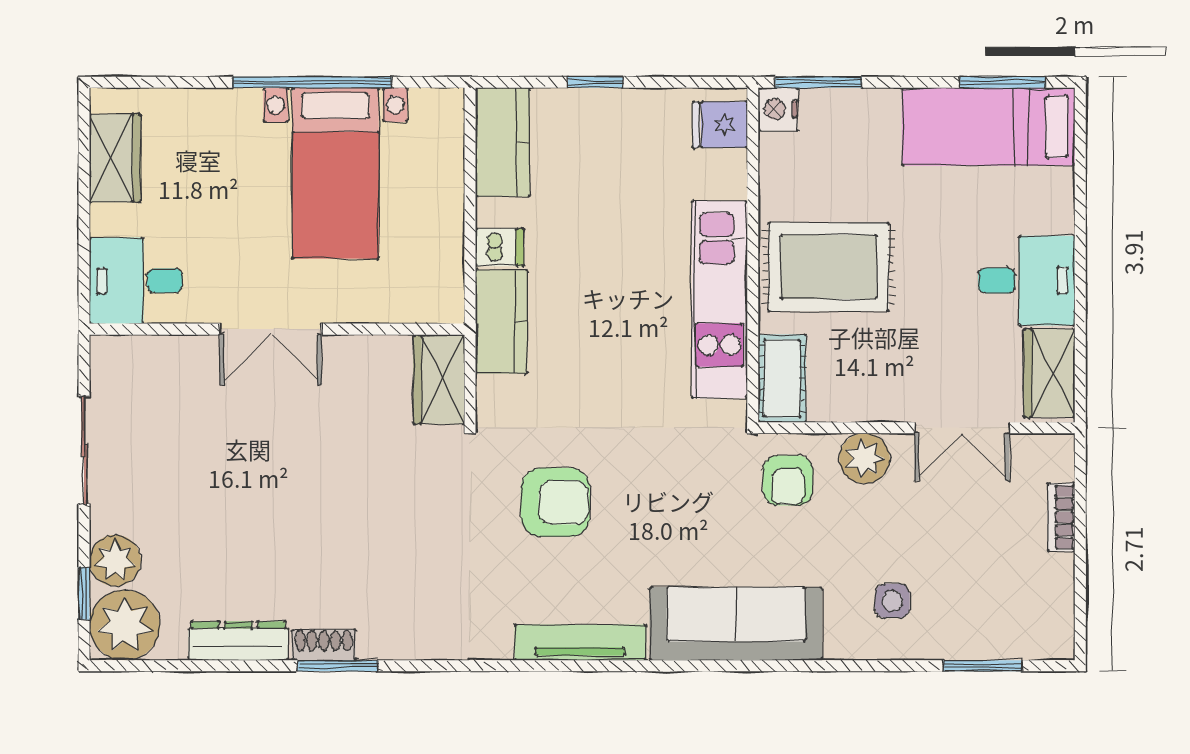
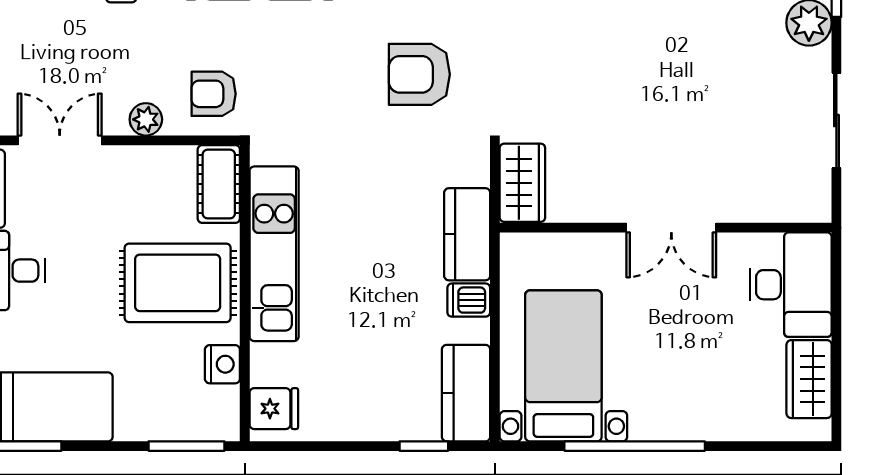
window: (595, 82) -> (424, 446), moved
nightstand: (778, 109) -> (222, 364), moved
bed with nightstands: (335, 173) -> (563, 366), moved
desk: (136, 281) -> (791, 285), width x1.37
double door: (271, 329) -> (671, 228), swing flipped
plant: (864, 458) -> (146, 119), width x0.73, depth x0.73
armchair: (788, 480) -> (214, 94), turned -90

